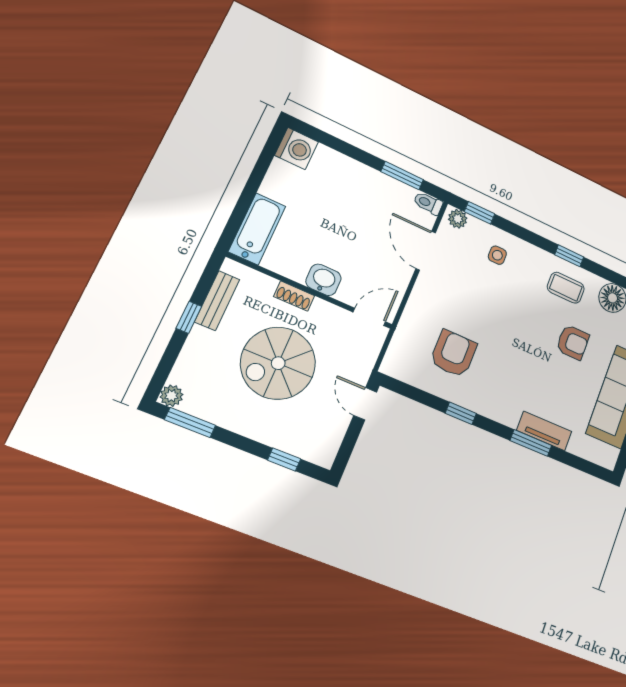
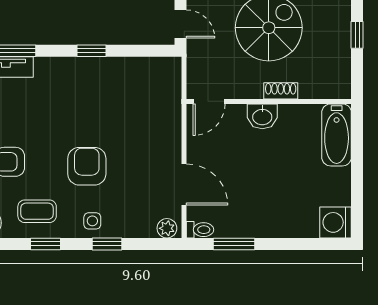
window: (480, 213) -> (107, 244), moved
side table: (497, 255) -> (92, 221), moved
bench: (217, 301) -> (341, 59), removed
armchair: (453, 354) -> (87, 166), moved, turned 180

